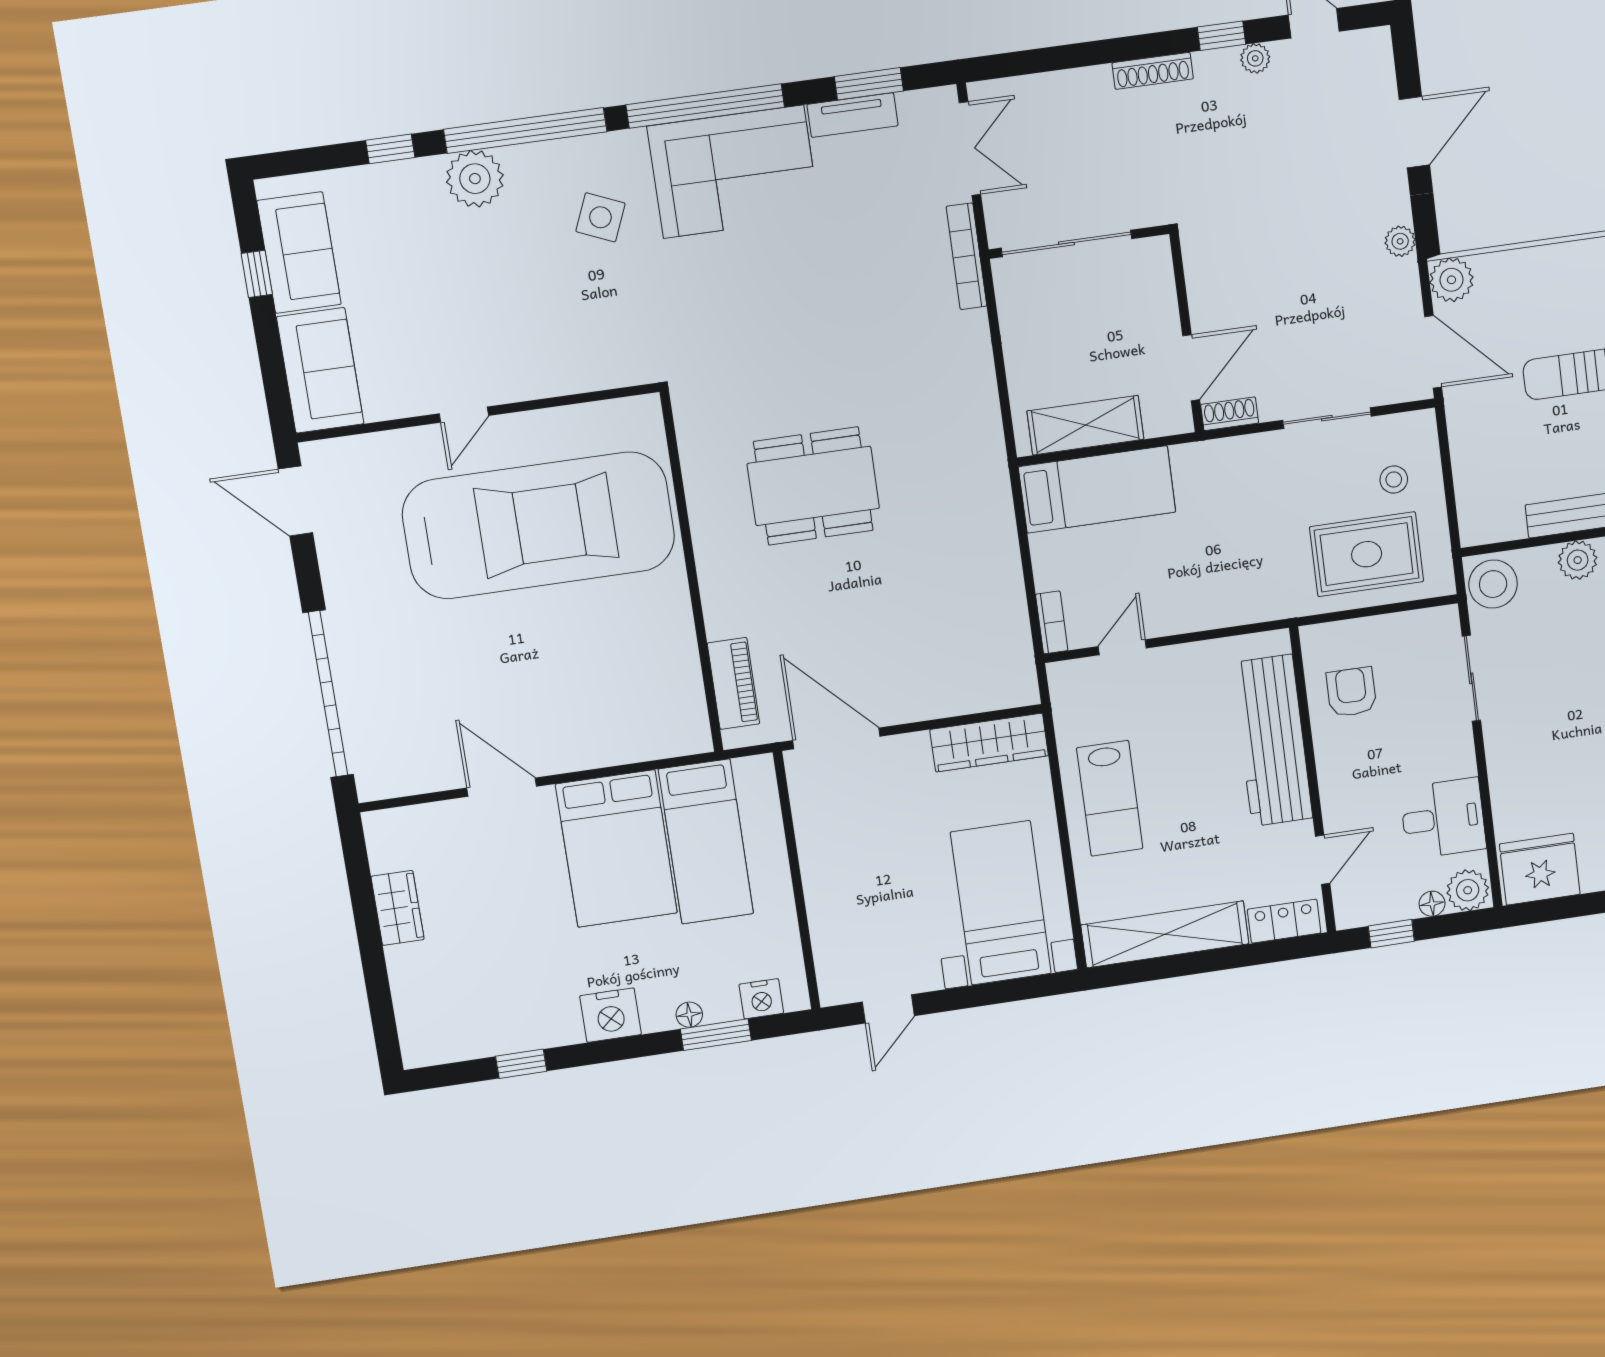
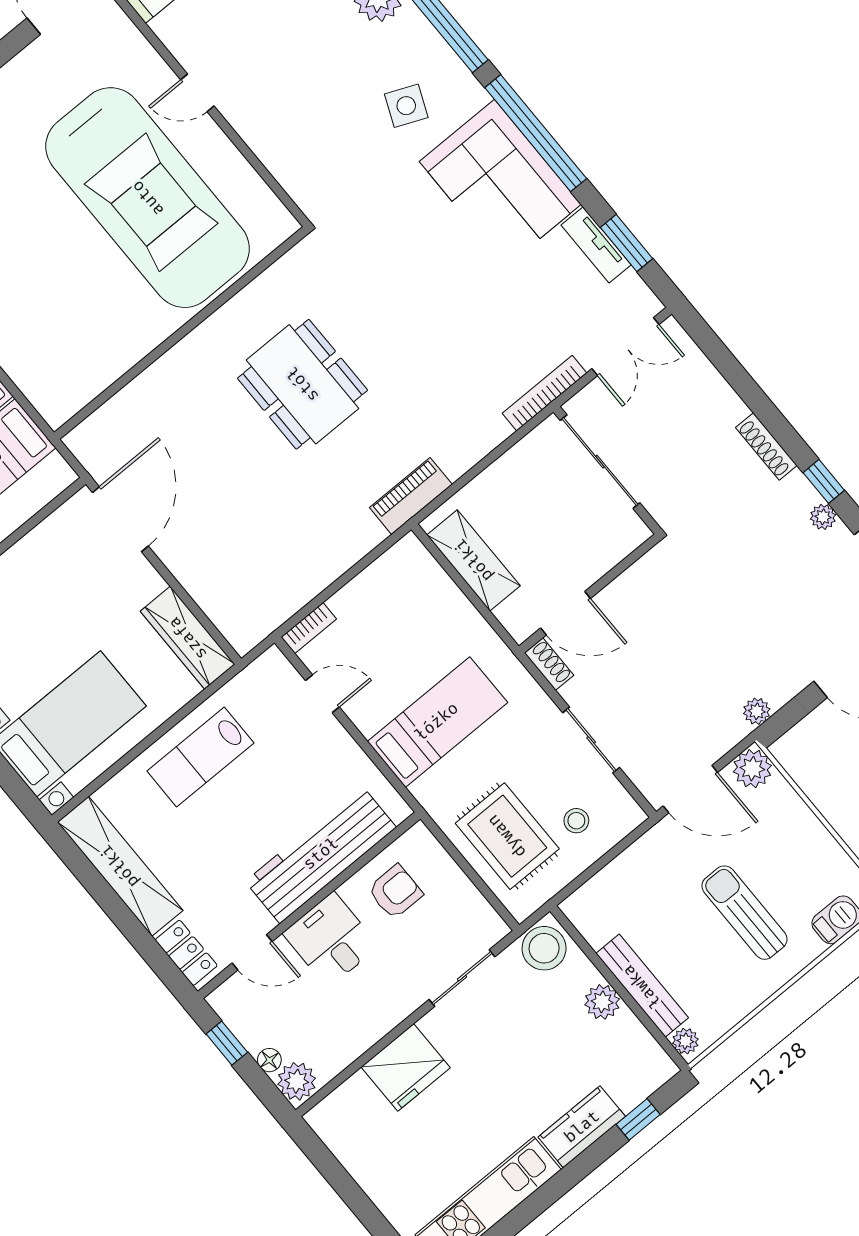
door: (1433, 352) -> (690, 789), hinge flipped
bed: (1097, 489) -> (437, 722), moved, turned -90
piano: (733, 683) -> (411, 496), moved, turned 180
desk: (1443, 818) -> (331, 940), moved, turned 180
fridge: (1540, 869) -> (406, 1067), moved, turned 90

